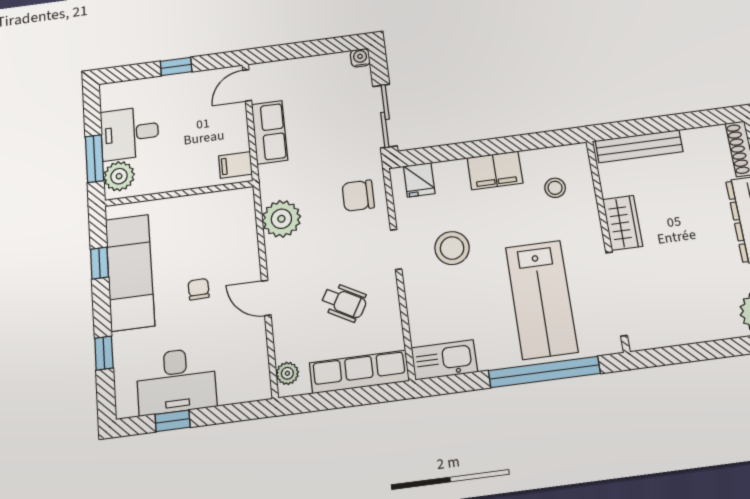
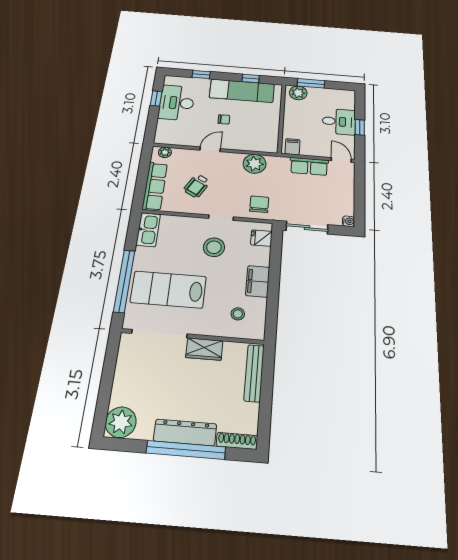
desk: (130, 133) -> (339, 122), moved, turned 90

